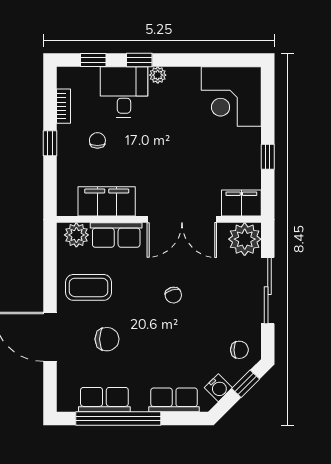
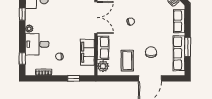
window: (139, 60) -> (22, 14), moved
window: (50, 143) -> (74, 78), moved
row of seats: (104, 400) -> (179, 53), width x1.48
window: (118, 419) -> (188, 47), width x0.47

